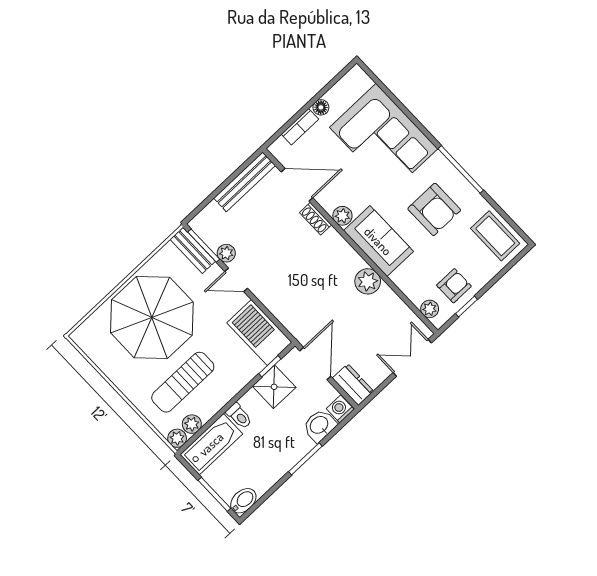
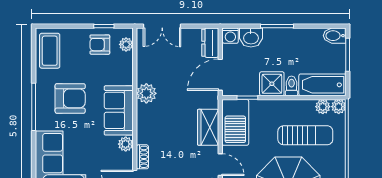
armchair: (434, 209) -> (70, 98), turned 90
wardrobe: (280, 304) -> (208, 127), added
shower: (274, 387) -> (272, 84), moved

